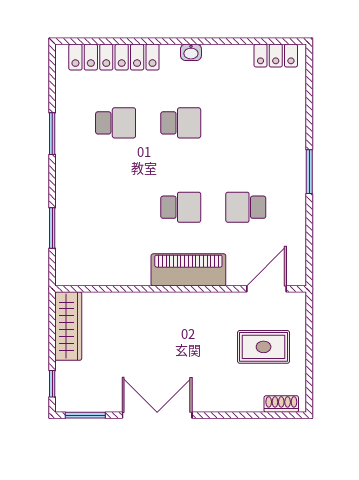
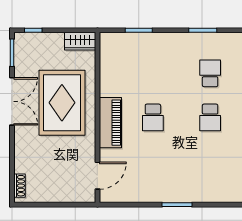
school desk: (116, 123) -> (210, 73), turned 180
school desk: (246, 207) -> (153, 162), removed
door: (267, 289) -> (97, 176), hinge flipped
wardrobe: (68, 326) -> (80, 41), width x0.67
rug: (264, 347) -> (62, 103), moved, width x1.86, depth x2.06

